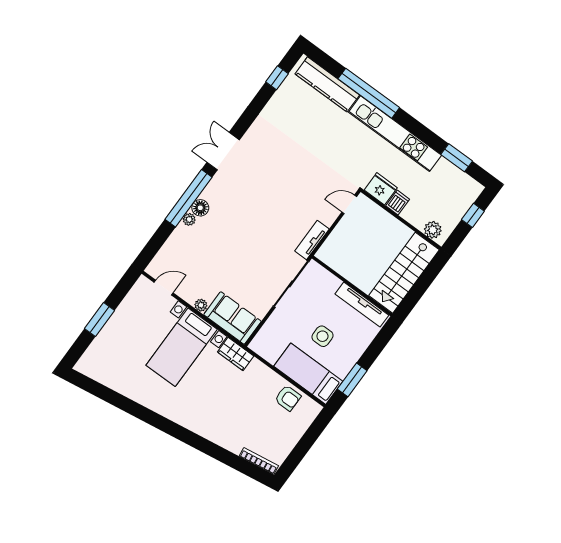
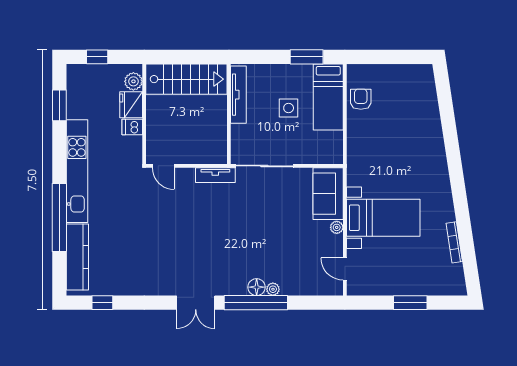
fridge: (381, 189) -> (131, 105), moved
wardrobe: (236, 354) -> (356, 169), removed
bookcase: (259, 461) -> (454, 242), moved

